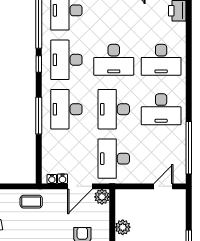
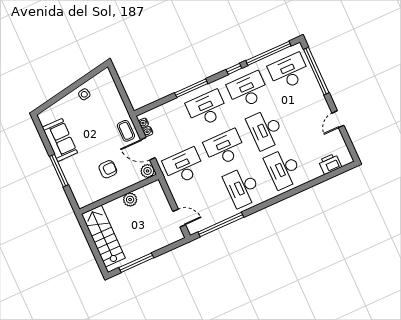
coffee table: (31, 202) -> (126, 131), moved

